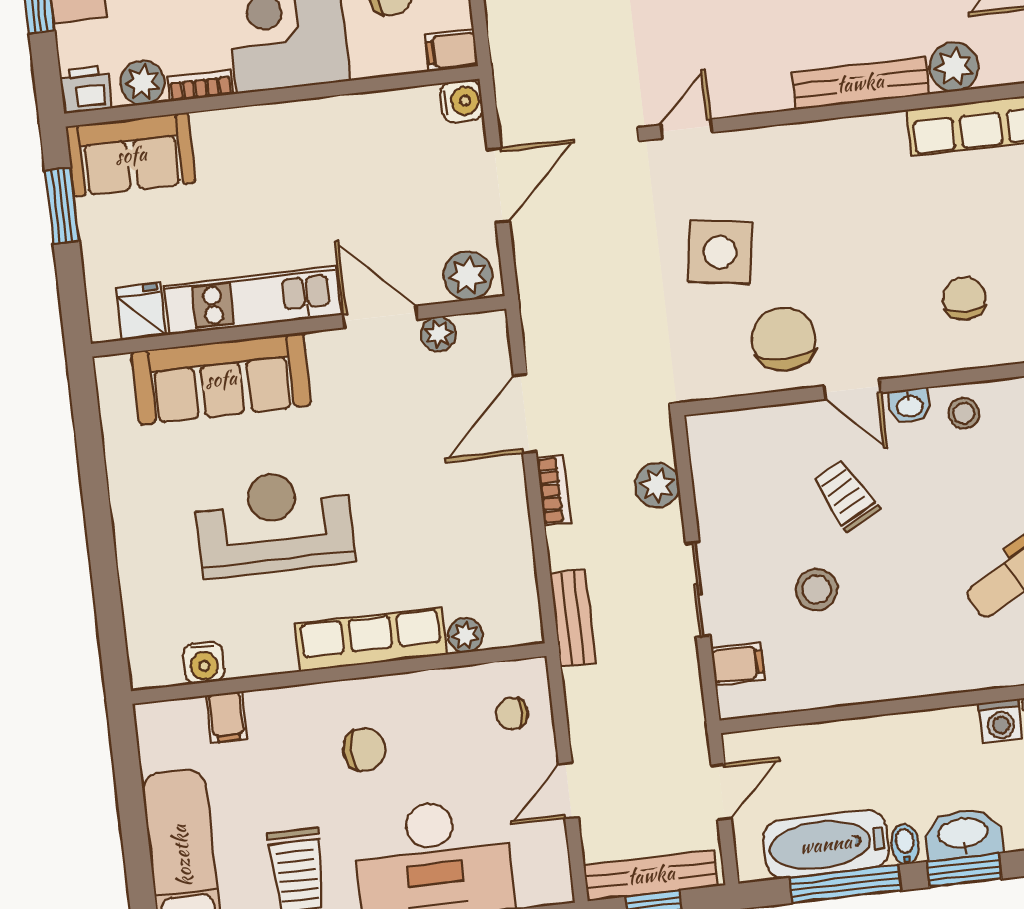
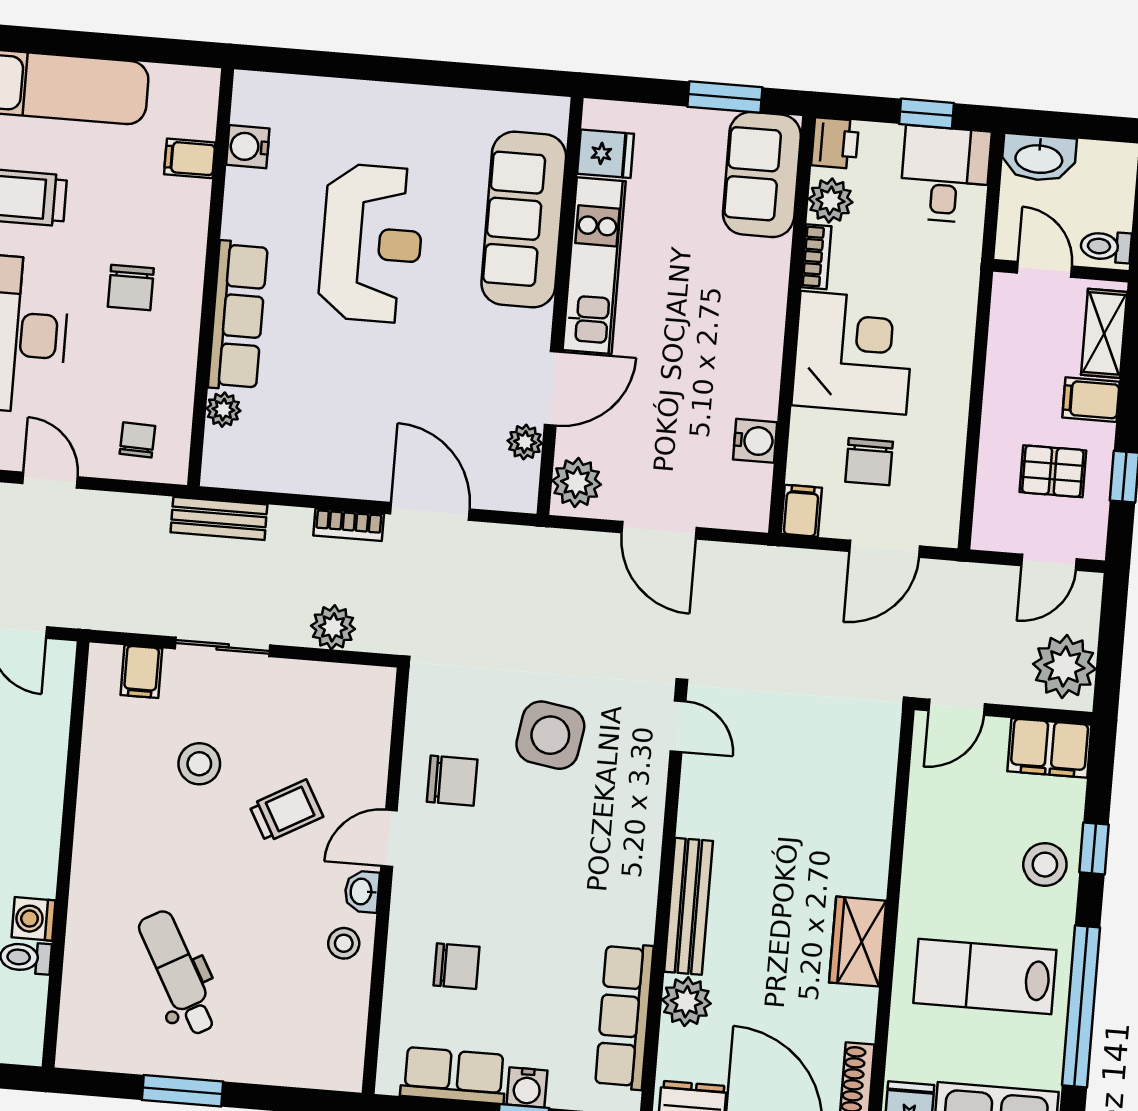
water cooler: (462, 101) -> (755, 441), moved, turned -90
chair: (784, 339) -> (452, 781), width x0.73, depth x0.73

